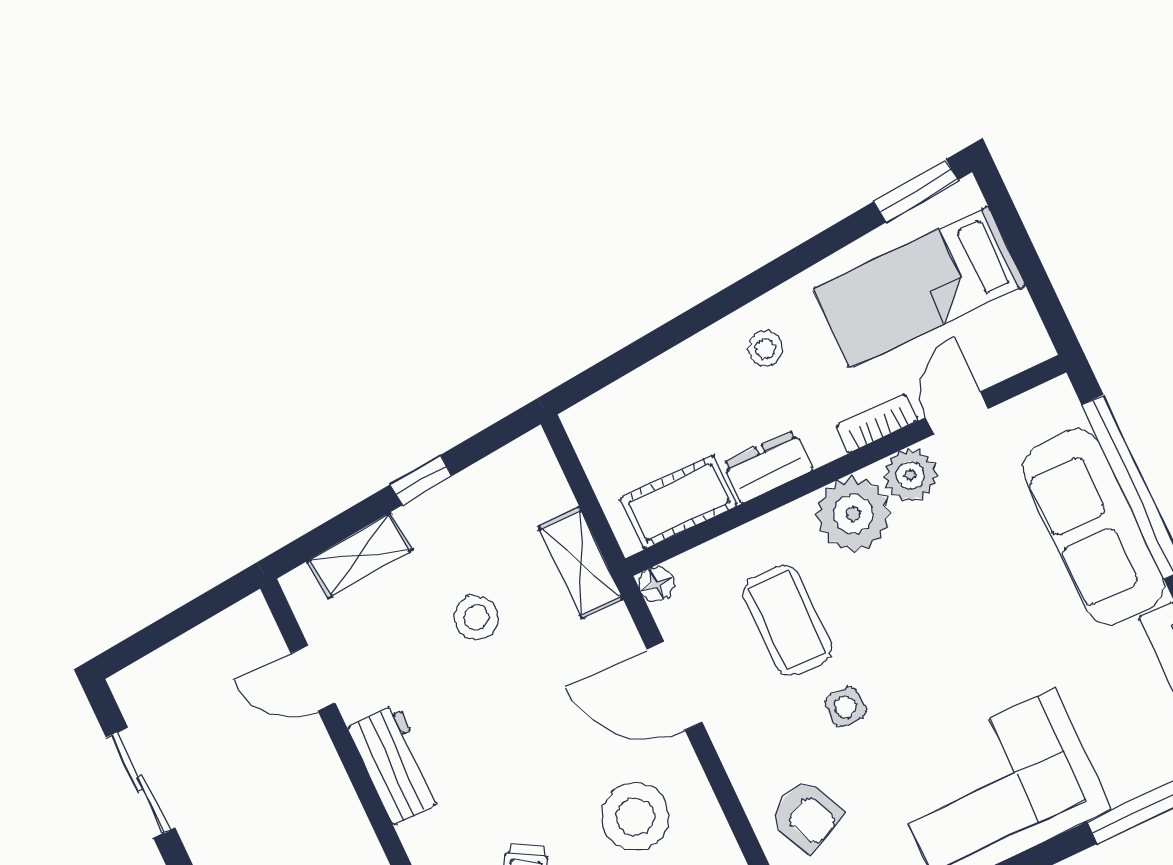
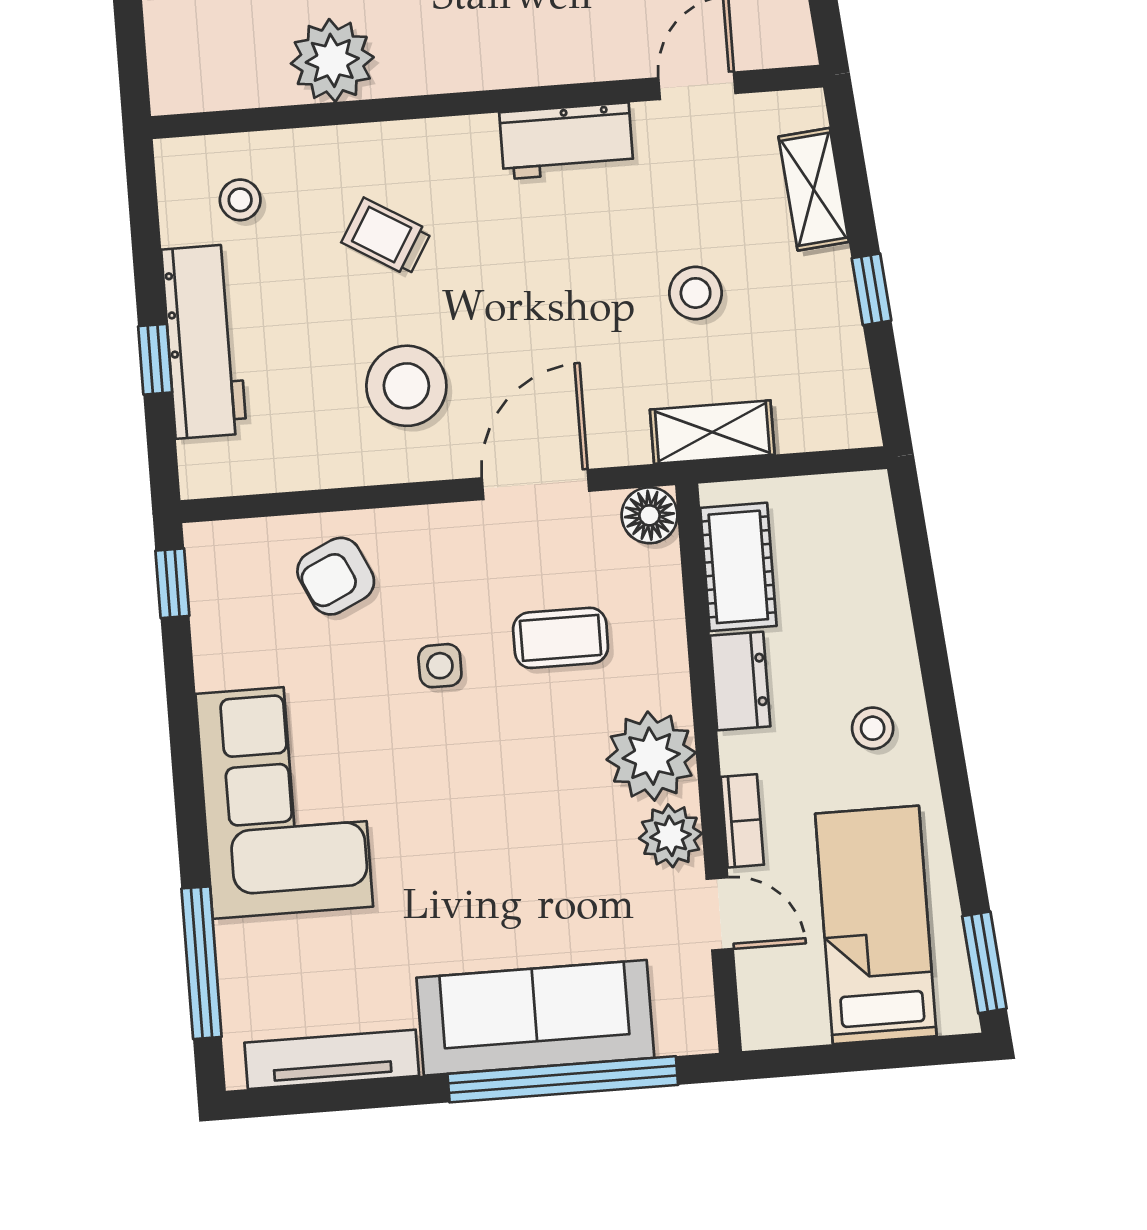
floor lamp: (656, 584) -> (649, 515), width x1.37, depth x1.37
coffee table: (788, 620) -> (561, 638), width x0.73, depth x0.77

